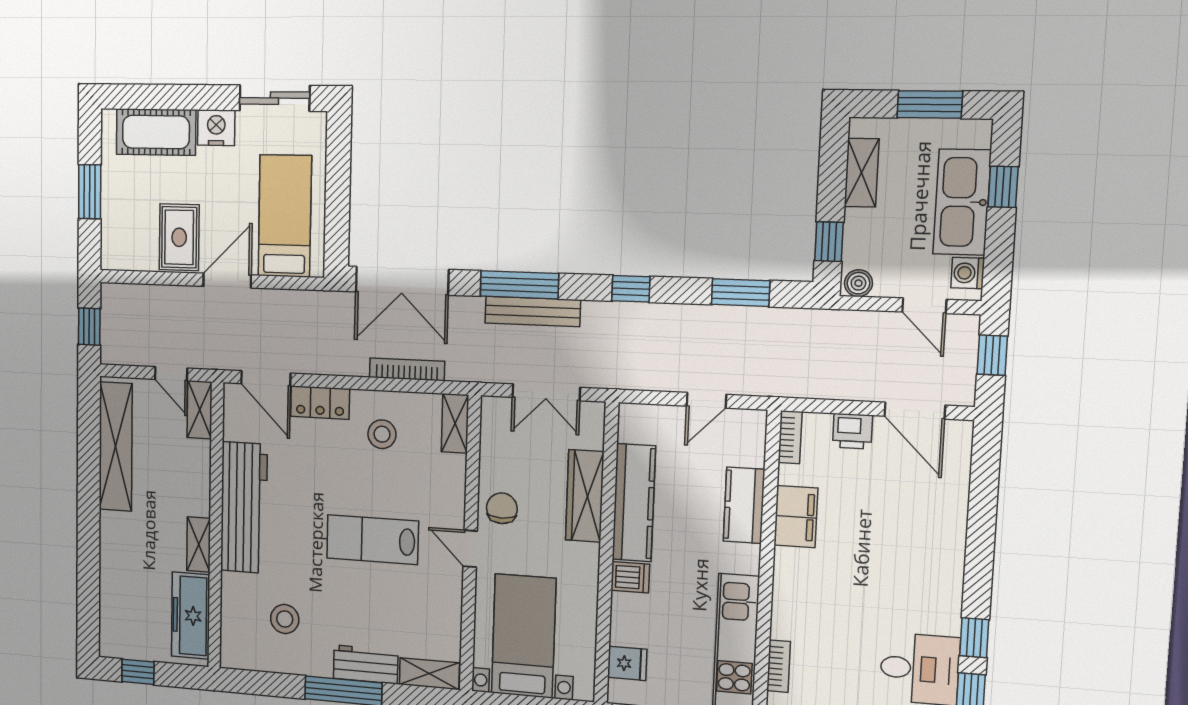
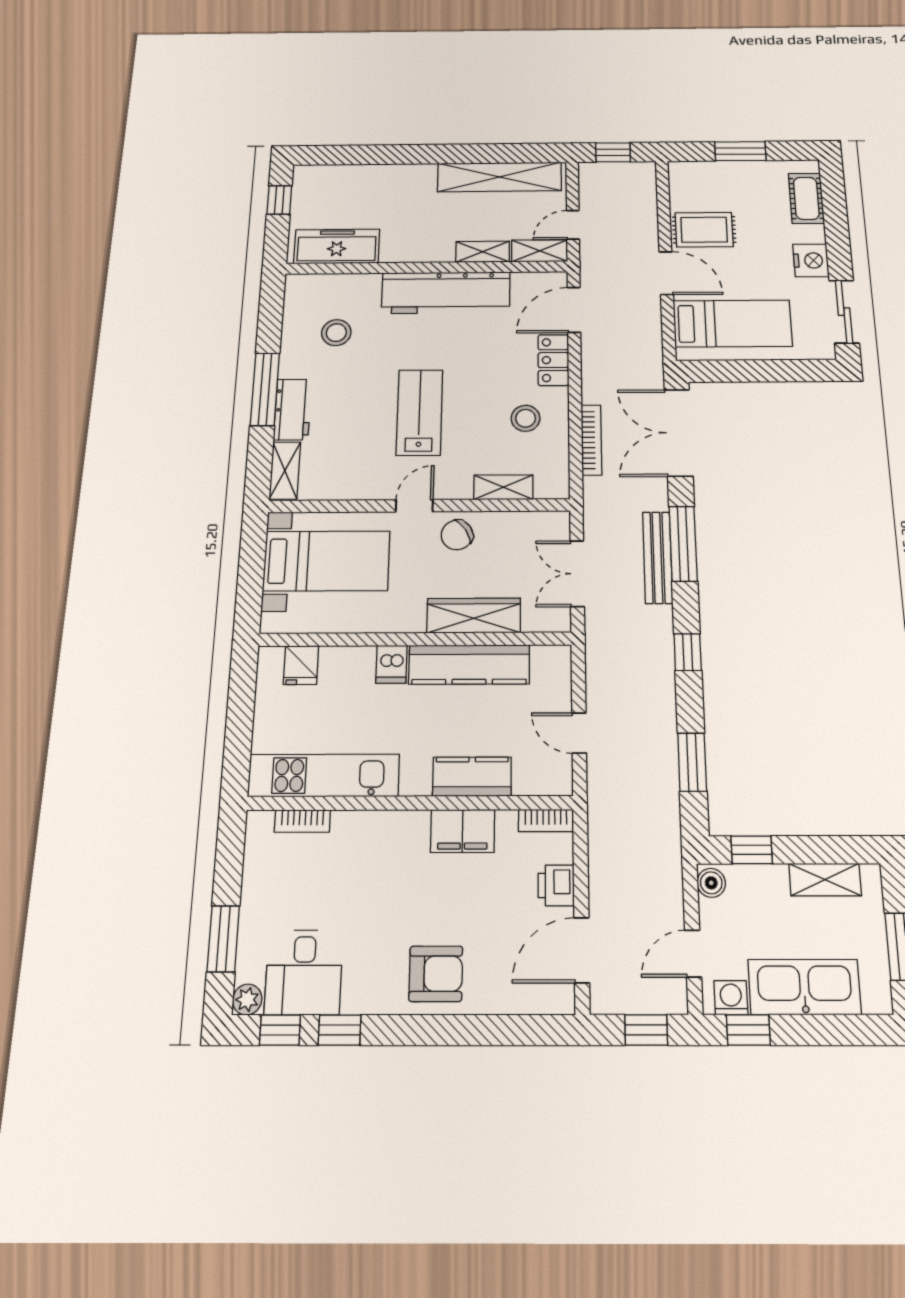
cot: (156, 132) -> (806, 198), width x0.73, depth x0.75
window: (1003, 187) -> (748, 1030), moved
shelving: (455, 423) -> (503, 487), moved
chair: (502, 508) -> (457, 535), turned 147
shelving: (199, 544) -> (483, 252), moved
armchair: (928, 548) -> (436, 974), added

